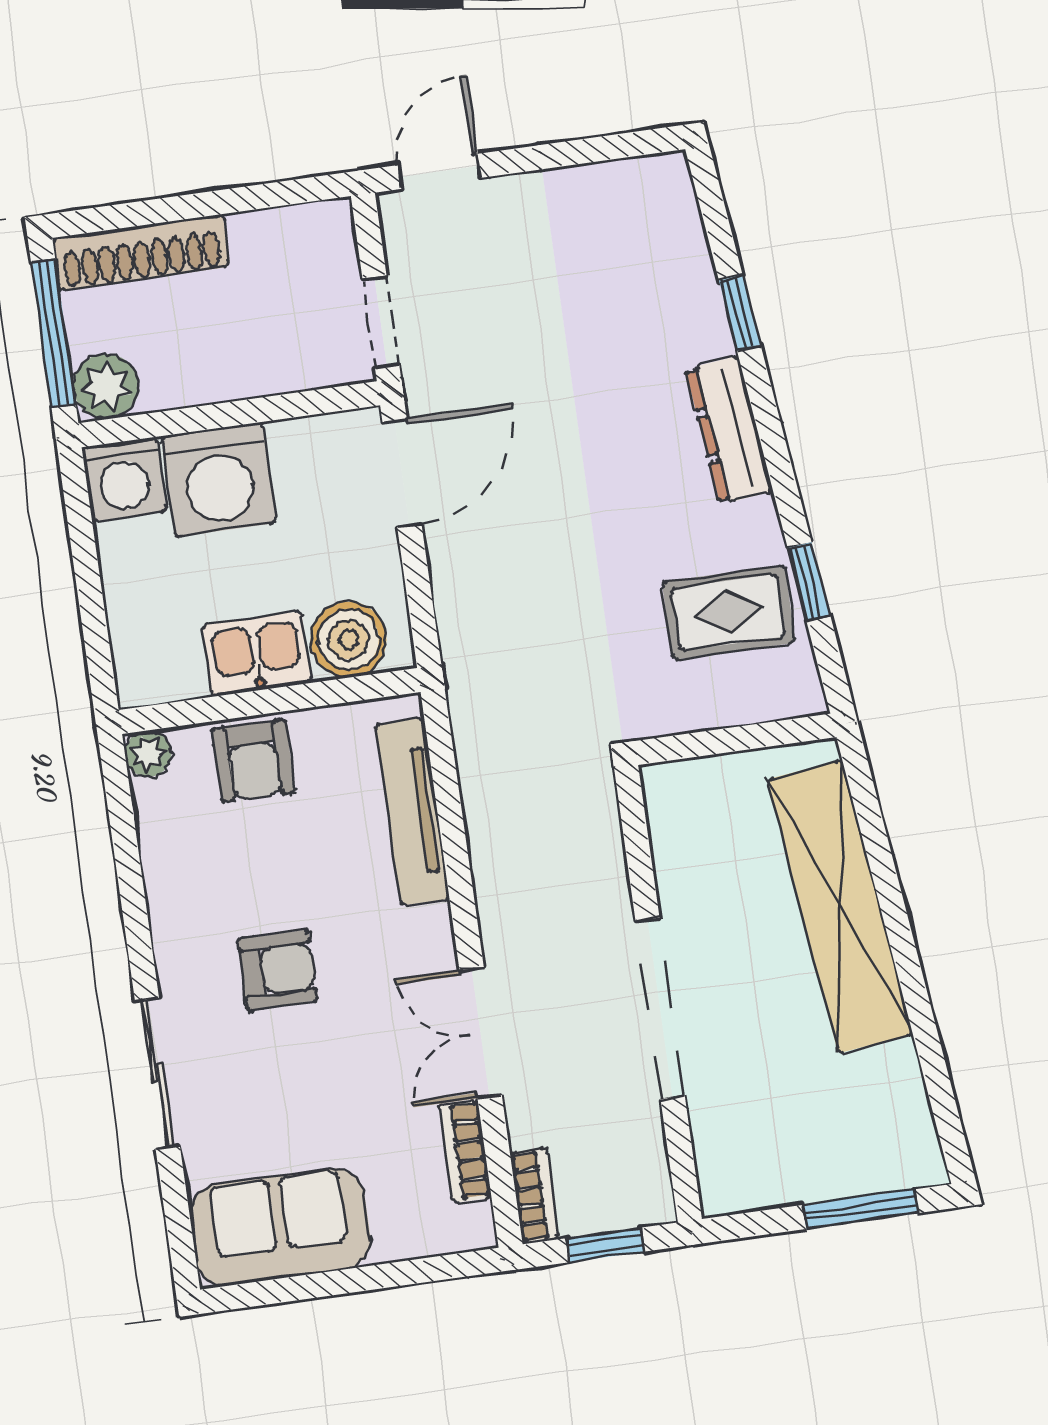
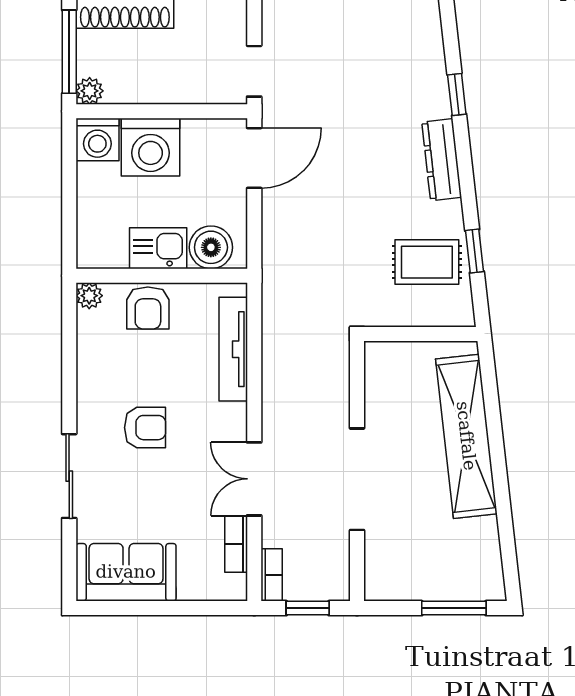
plant: (106, 386) -> (90, 91), width x0.73, depth x0.73

